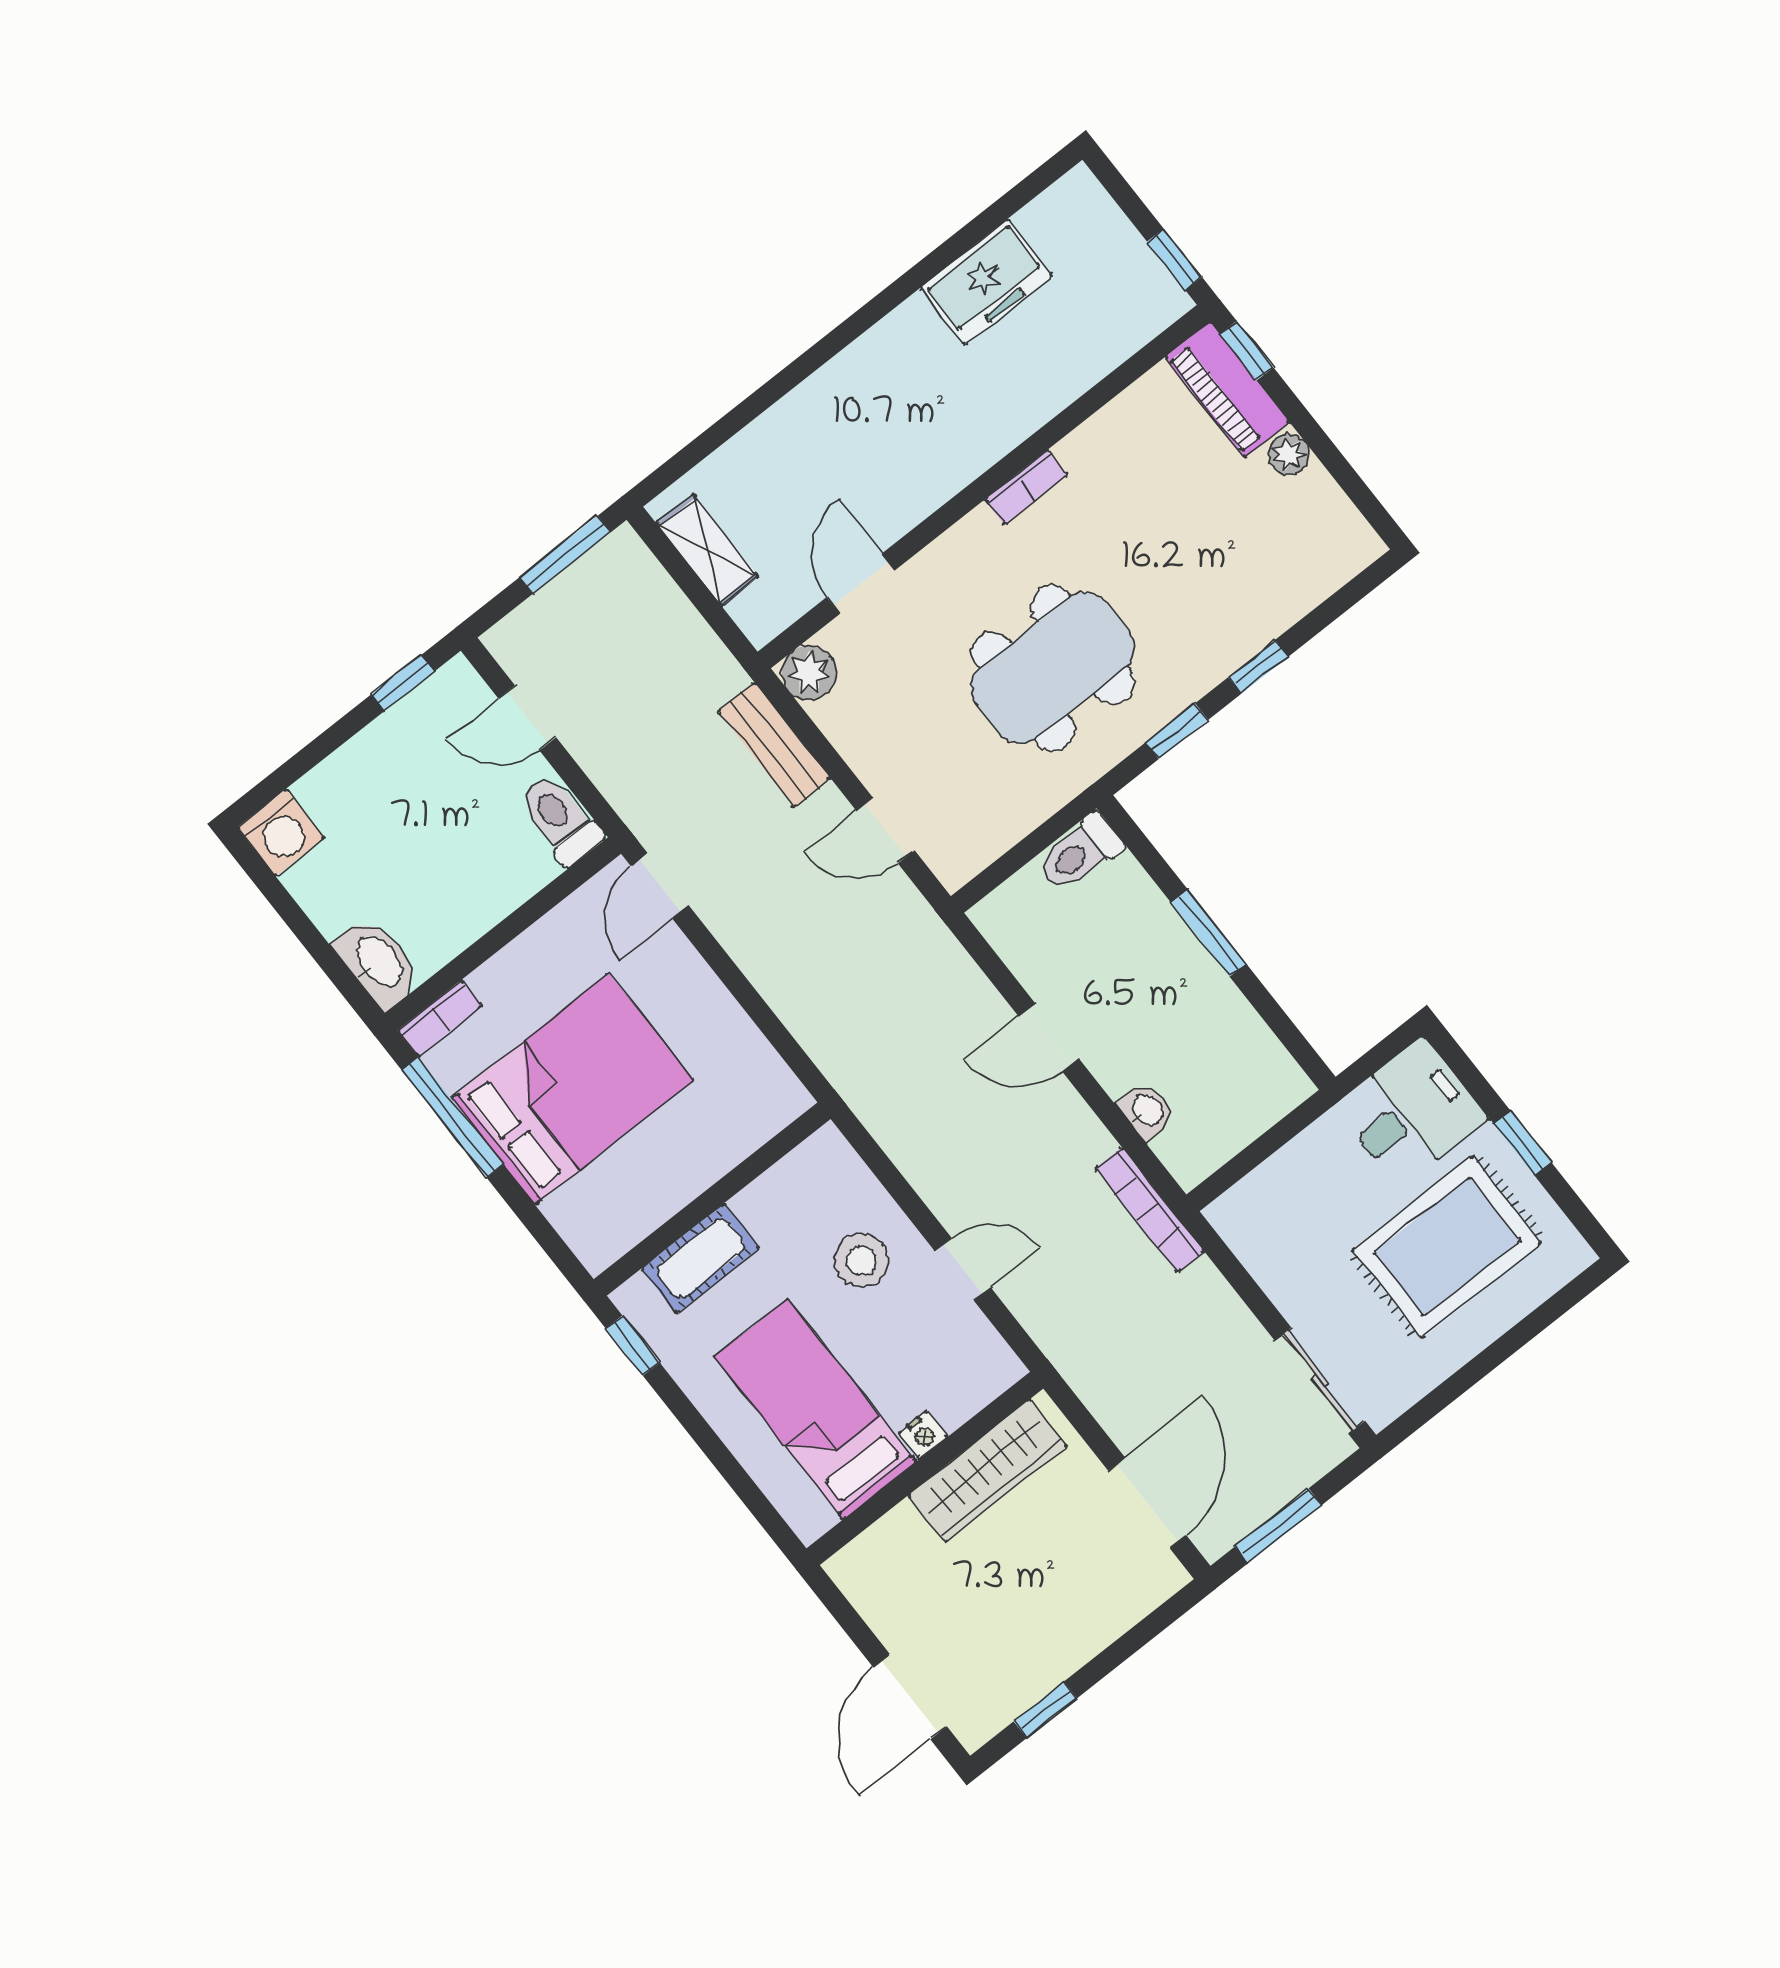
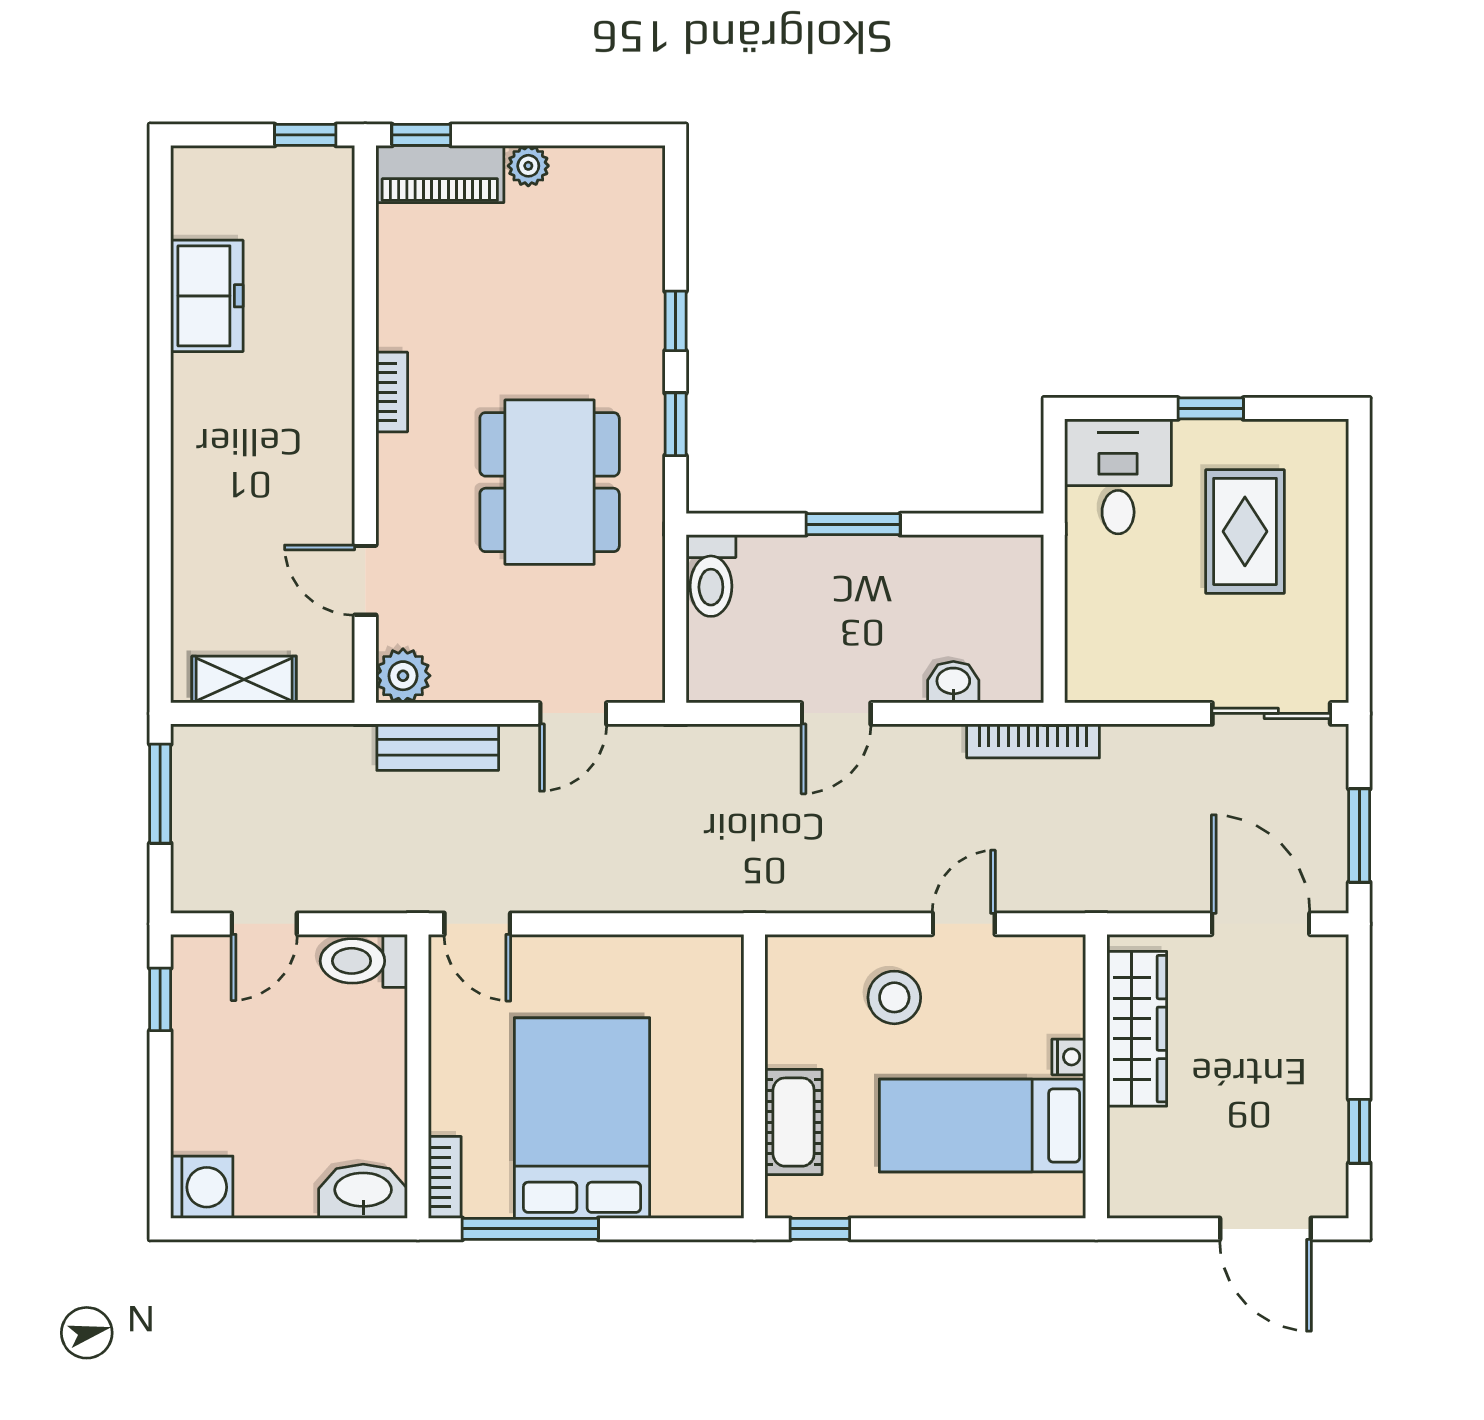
rug: (1447, 1247) -> (1245, 531), width x0.73, depth x0.70

